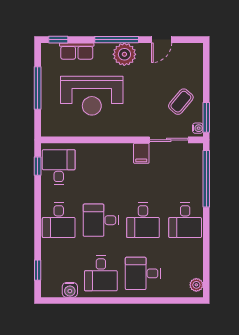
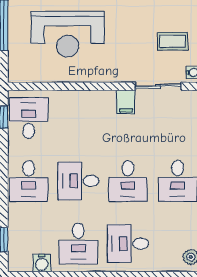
coffee table: (181, 102) -> (173, 41), turned 50

